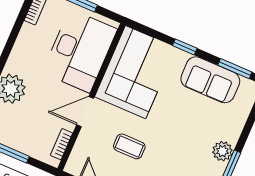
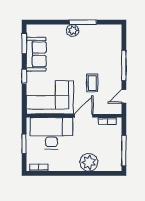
door: (85, 112) -> (84, 116), swing flipped

